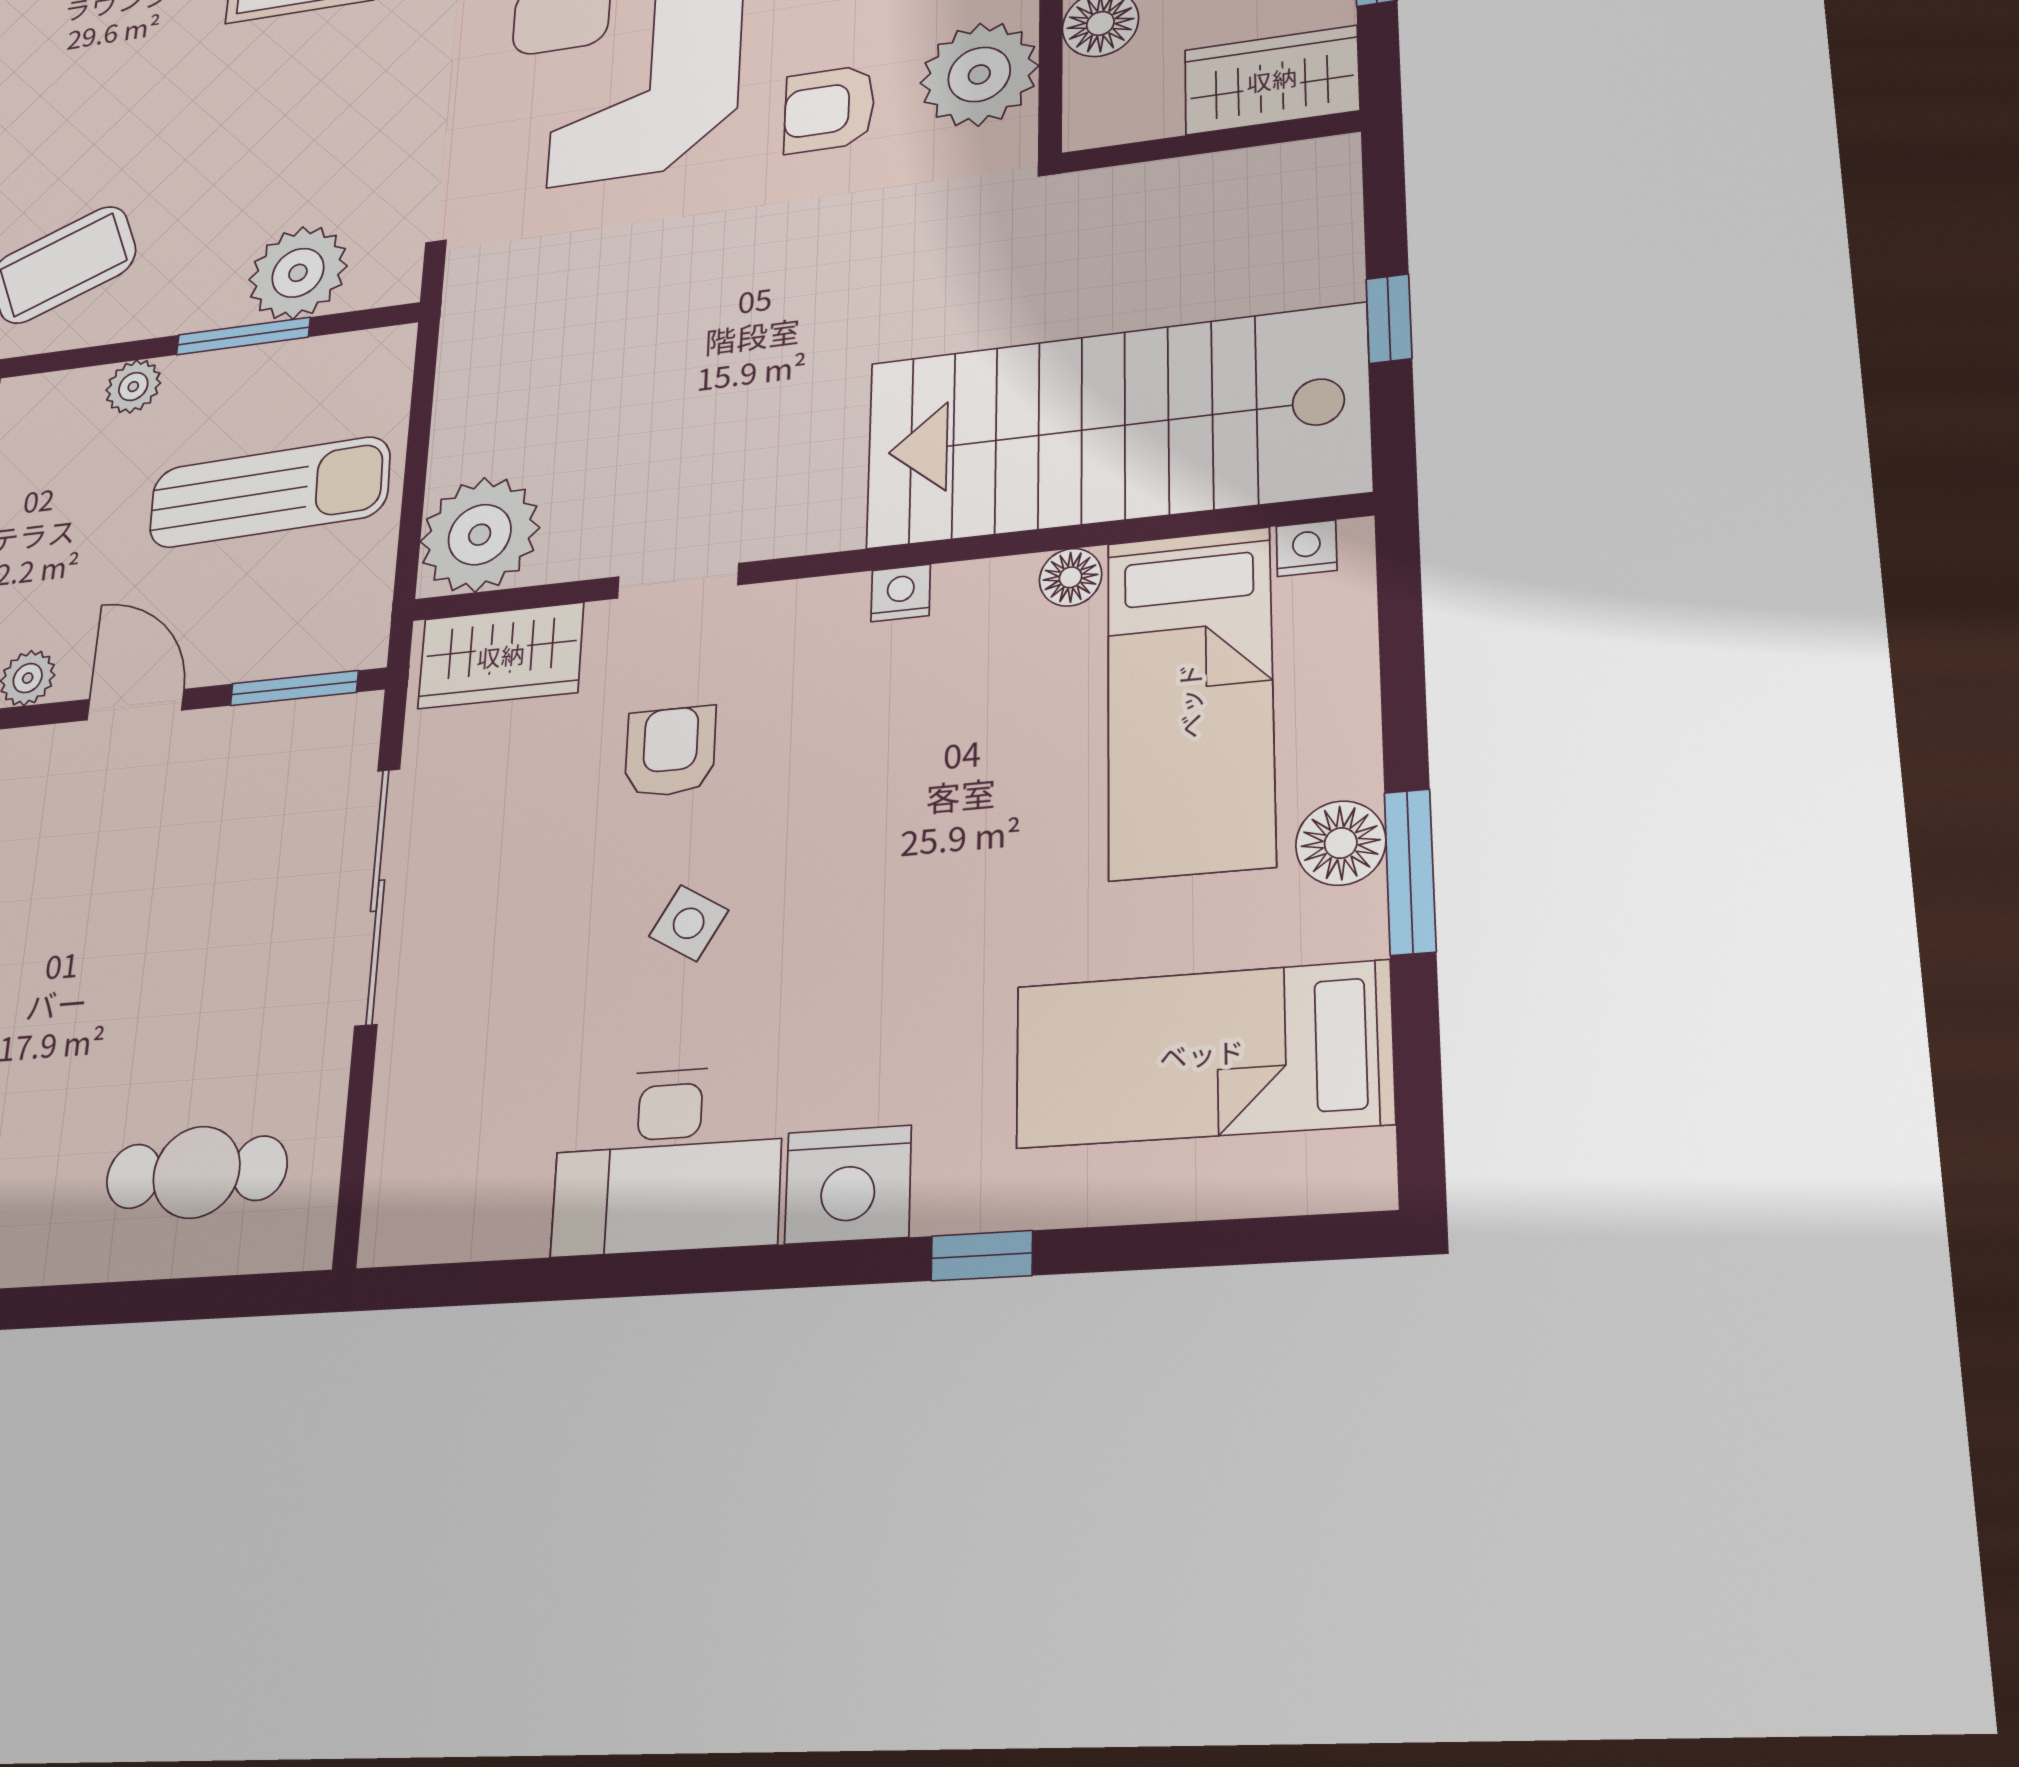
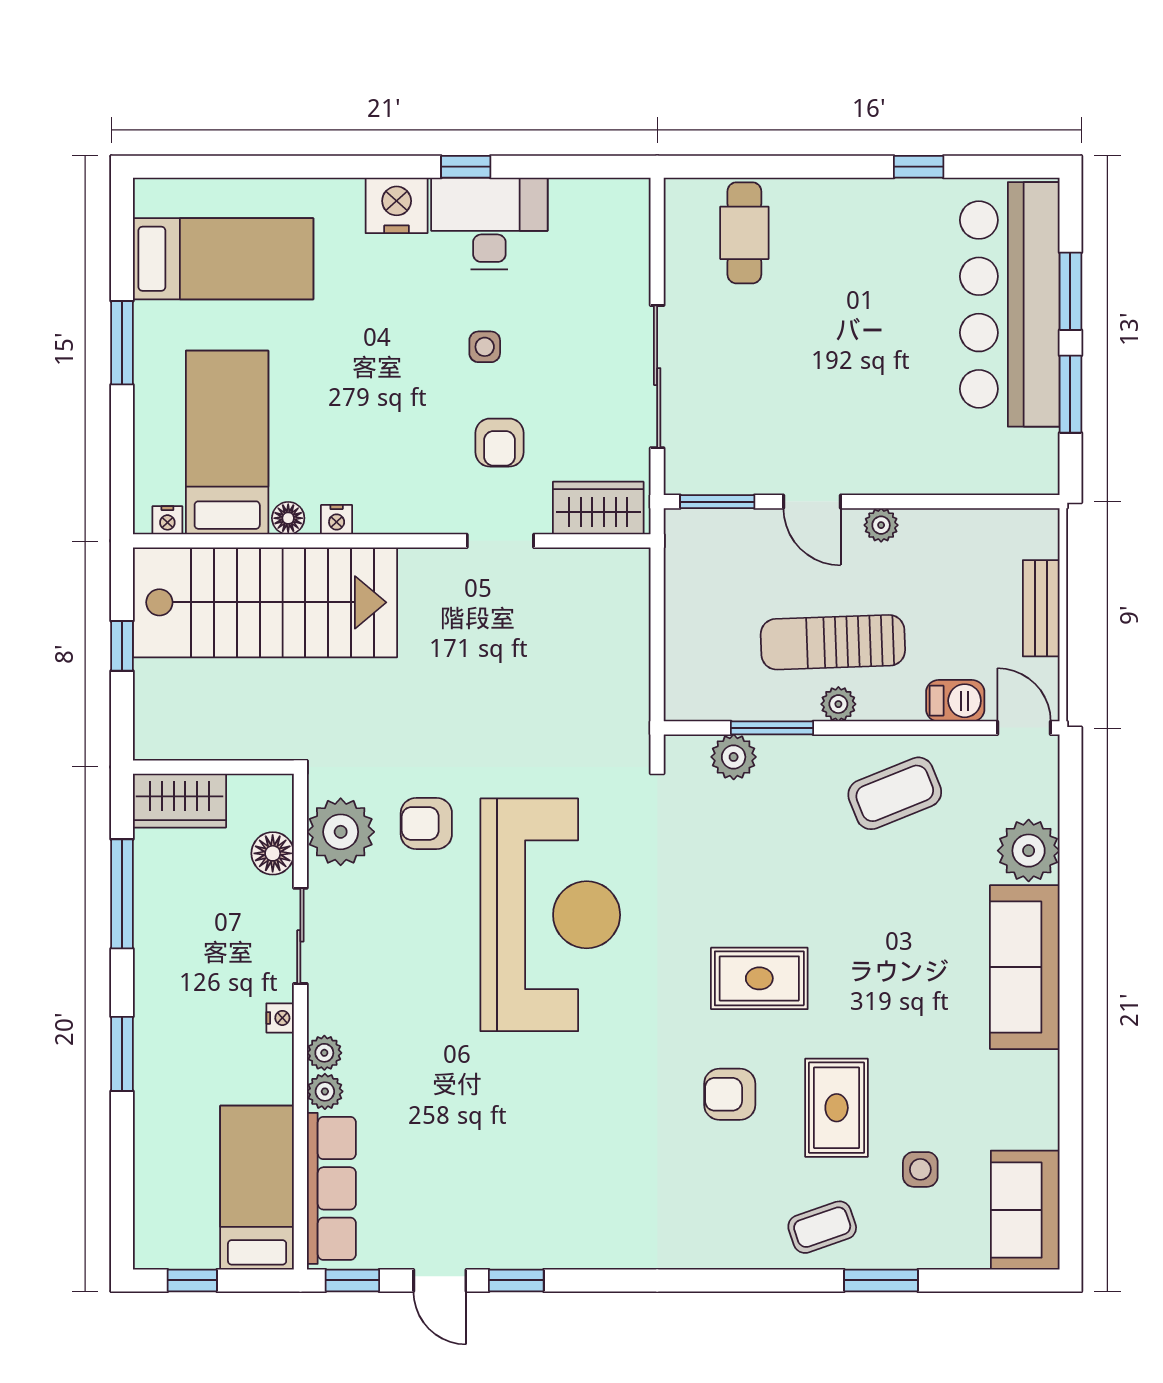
armchair: (829, 109) -> (426, 824), turned 180
plant: (298, 273) -> (734, 757), width x0.73, depth x0.73
sun lounger: (269, 492) -> (833, 642), moved
plant: (480, 535) -> (616, 582), removed
nightstand: (901, 593) -> (337, 520), moved
floor lamp: (1341, 843) -> (155, 360), removed
side table: (689, 923) -> (485, 347), turned -31
cafe table: (196, 1172) -> (744, 233), turned 90
window: (982, 1256) -> (466, 167), moved

